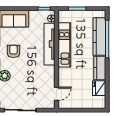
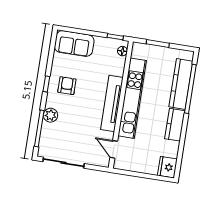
tv unit: (50, 44) -> (112, 104), moved
kitchen unit: (64, 45) -> (132, 98), width x1.36
fridge: (99, 88) -> (167, 167), moved
door: (57, 94) -> (114, 149), swing flipped

